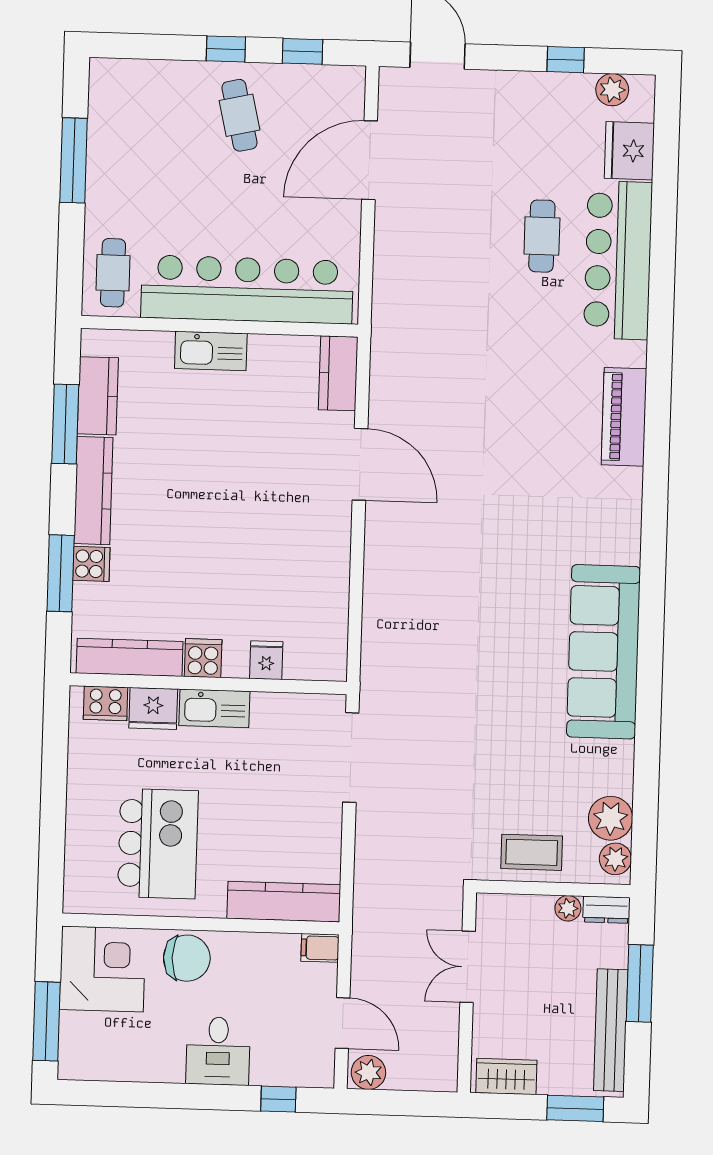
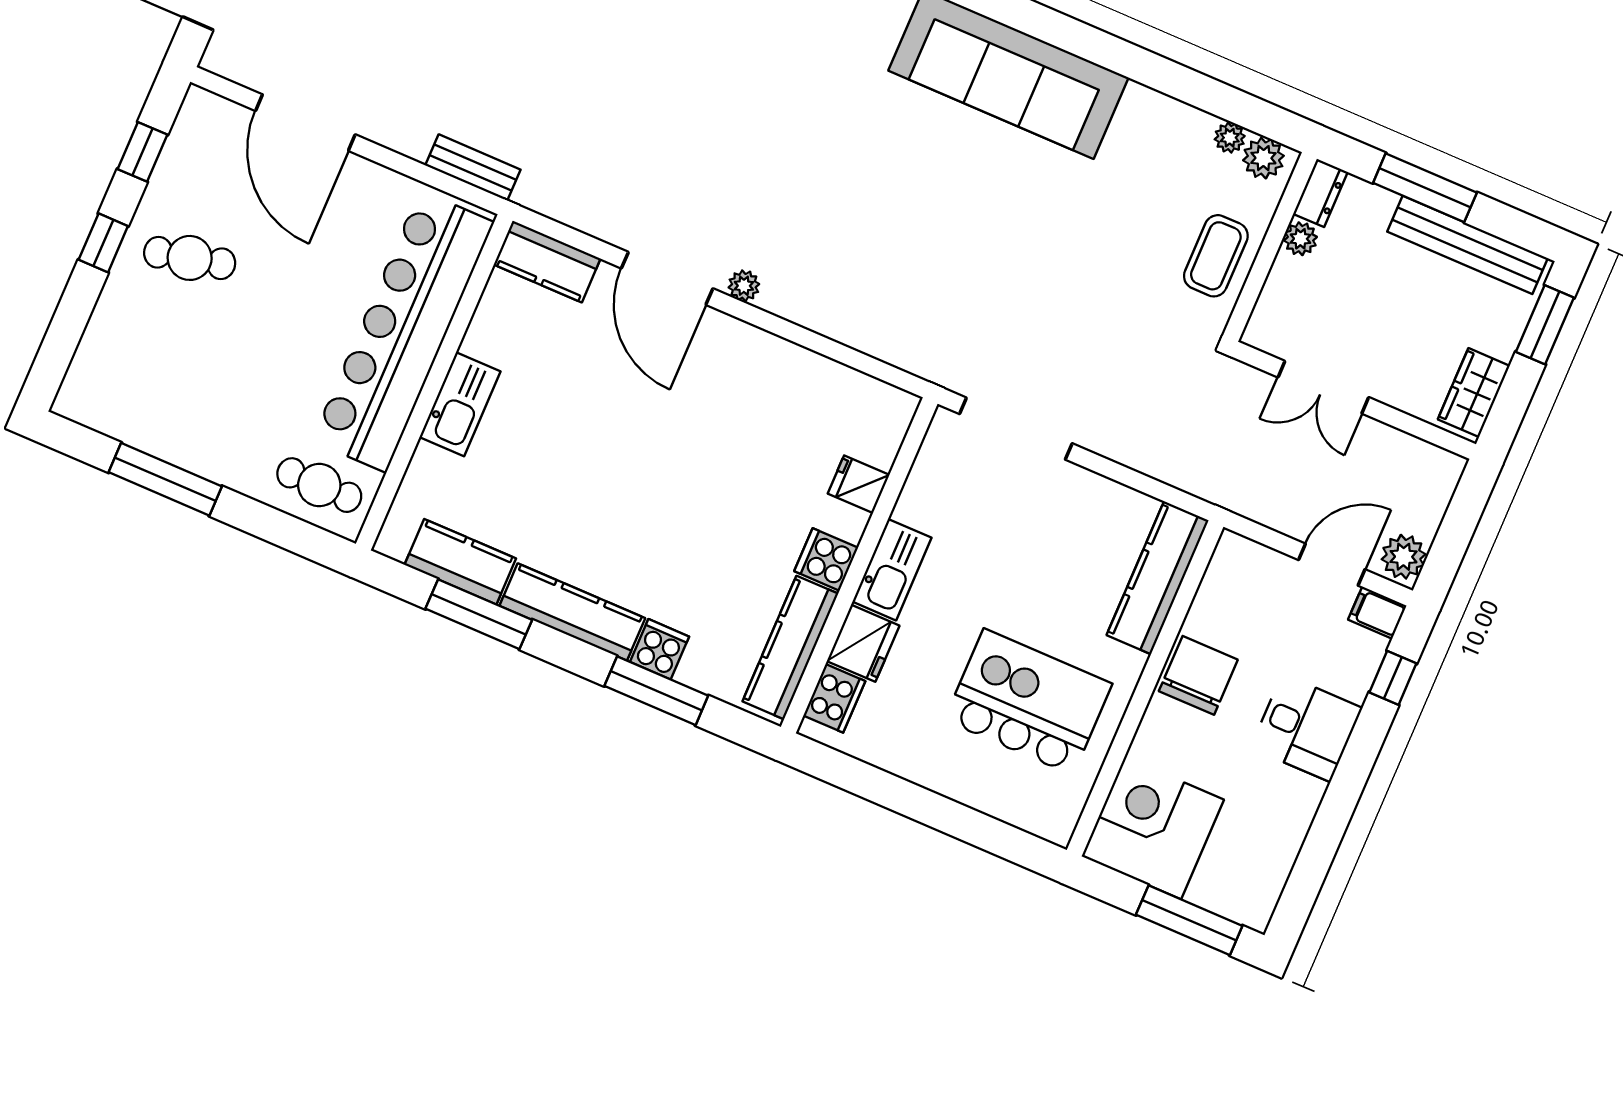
bench: (385, 293) -> (473, 168), added
door: (360, 464) -> (667, 278), swing flipped
plant: (376, 522) -> (744, 286), added
plant: (611, 818) -> (1230, 138), width x0.53, depth x0.53
filing cabinet: (320, 948) -> (1377, 613), moved, turned 90
chair: (187, 958) -> (1198, 675), moved

